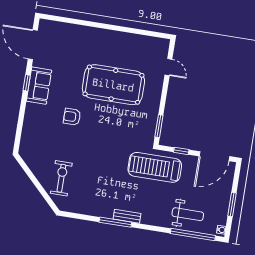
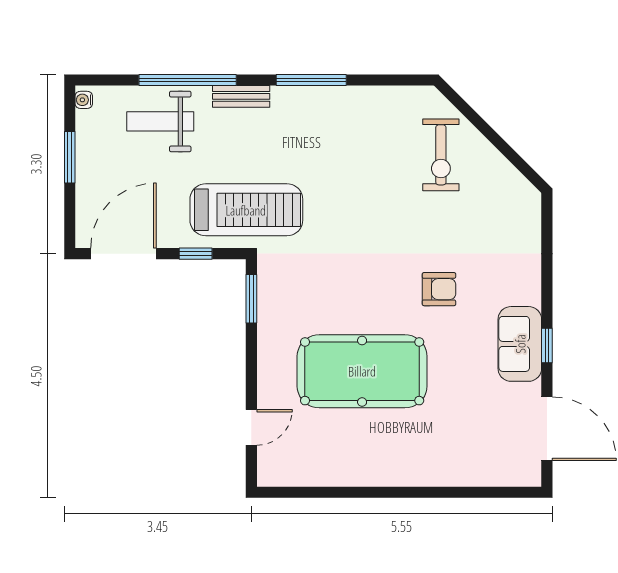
door: (168, 67) -> (251, 427), swing flipped
bench: (127, 216) -> (241, 96), moved
window: (193, 235) -> (188, 80), moved

